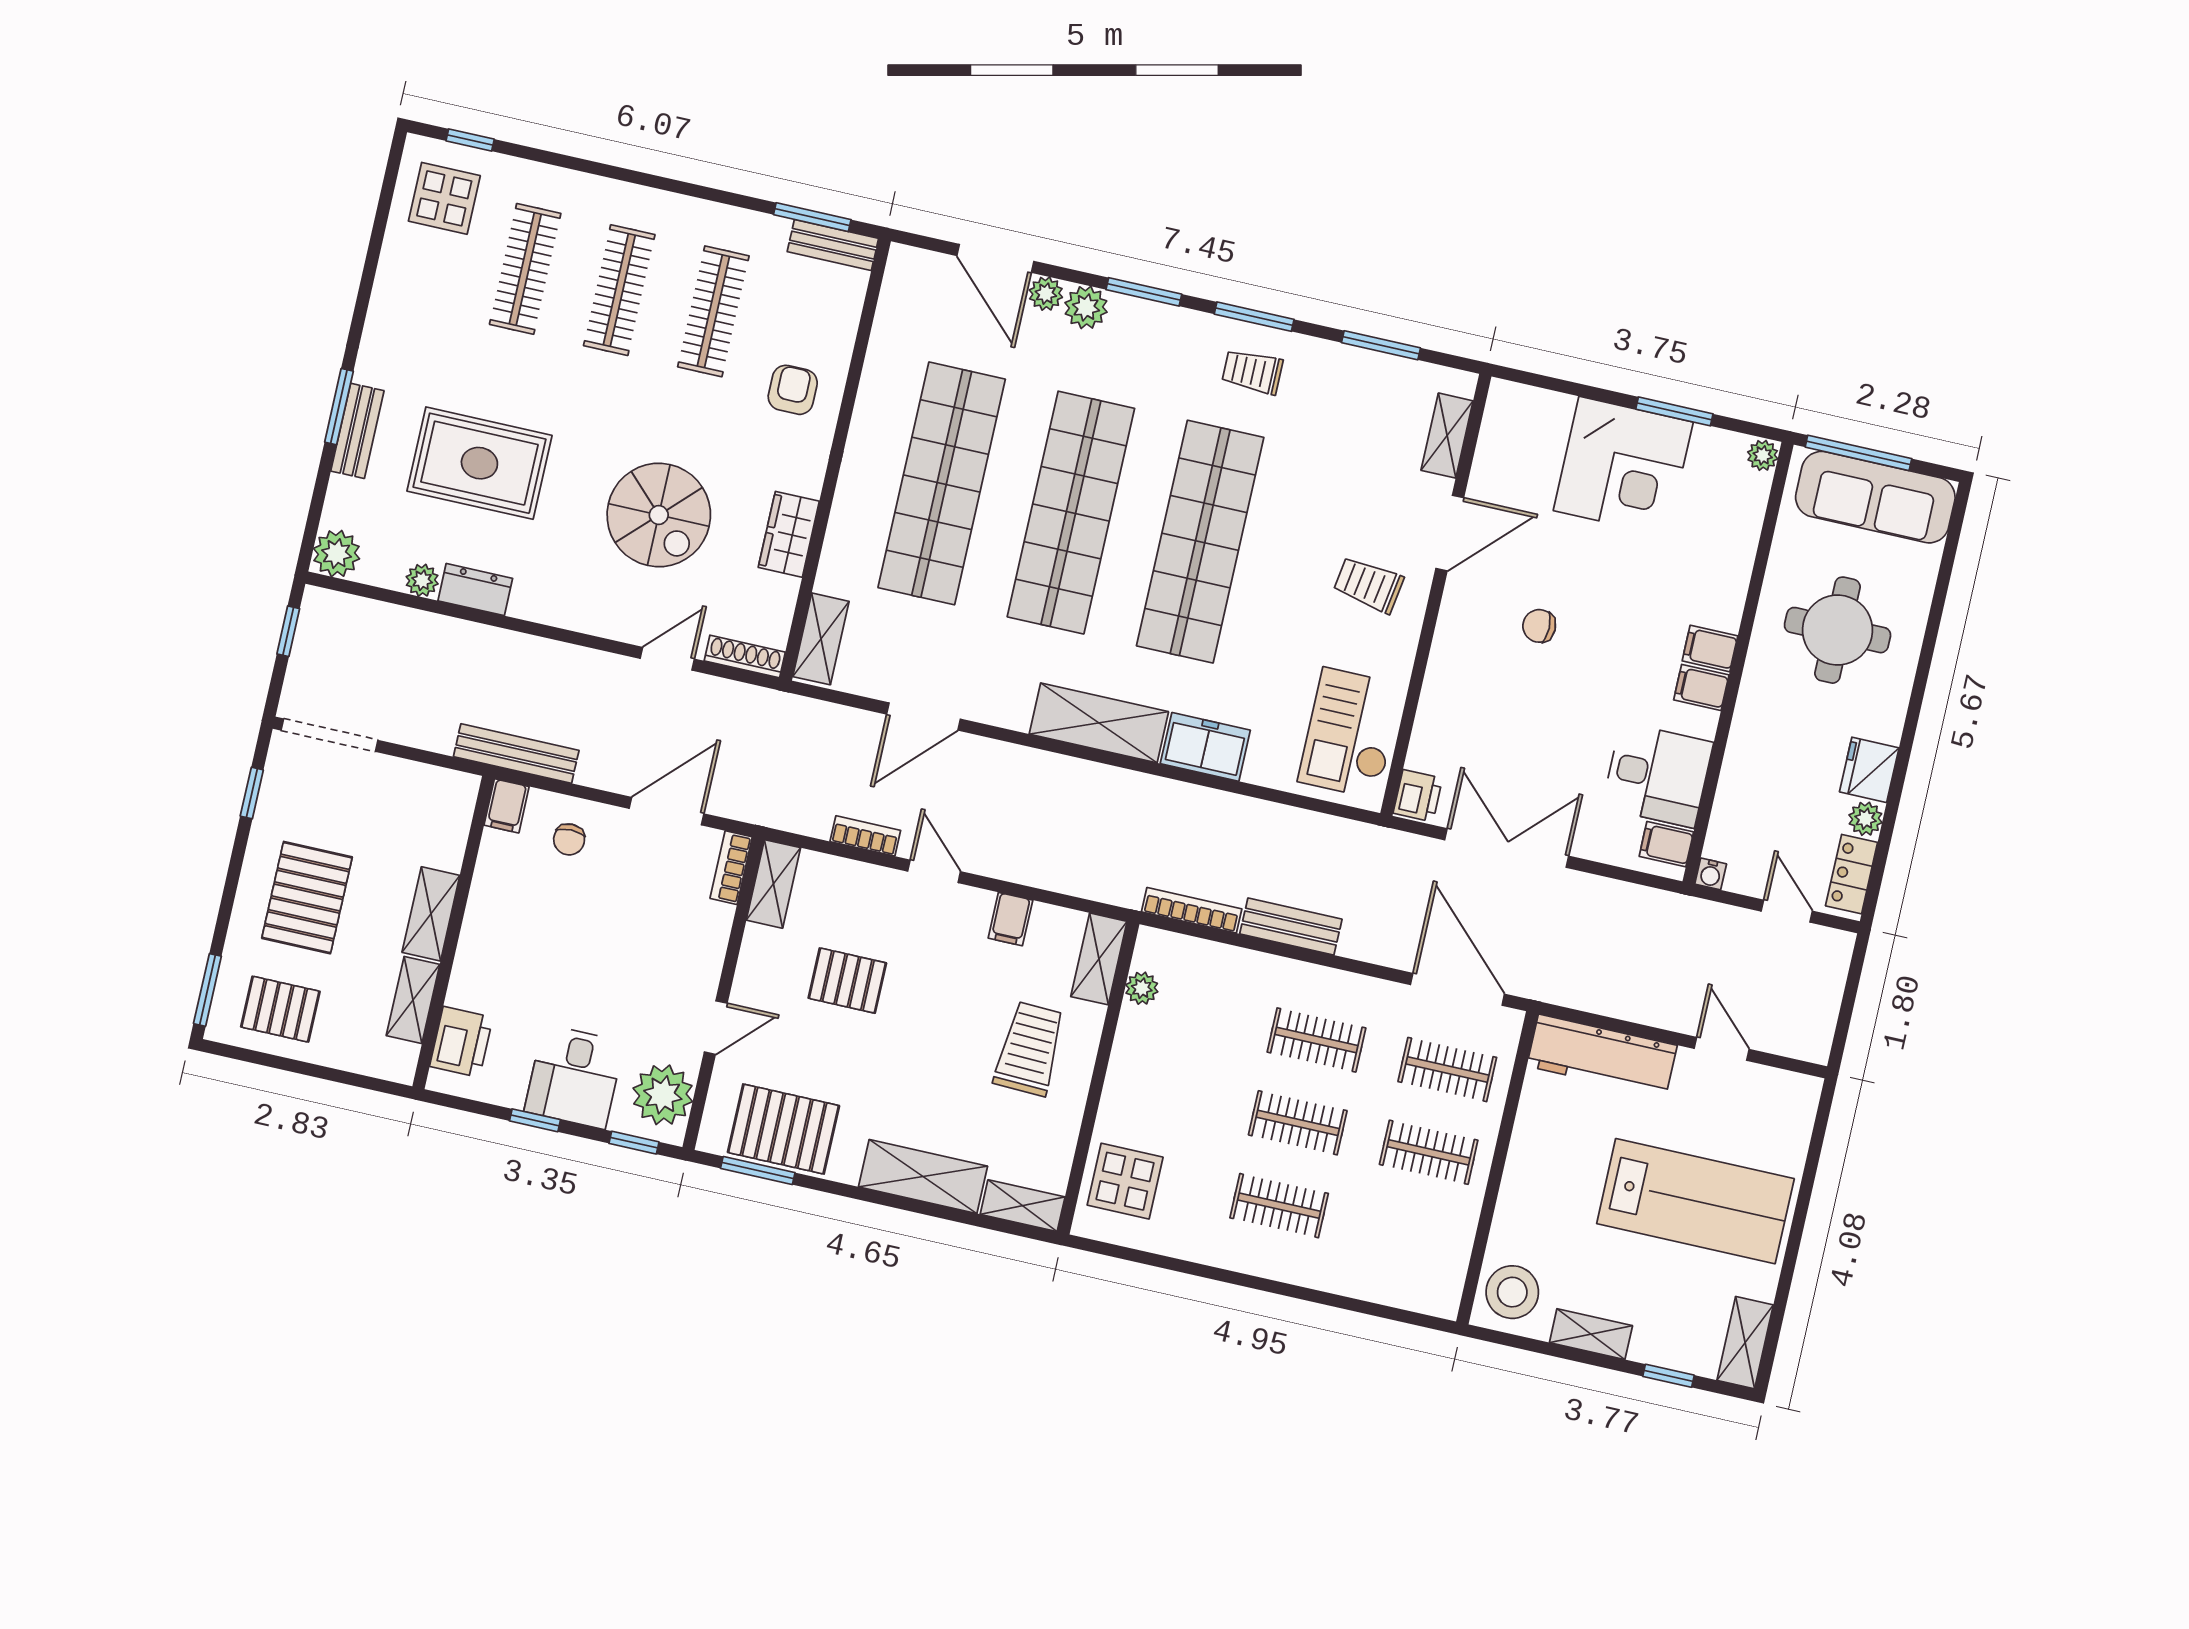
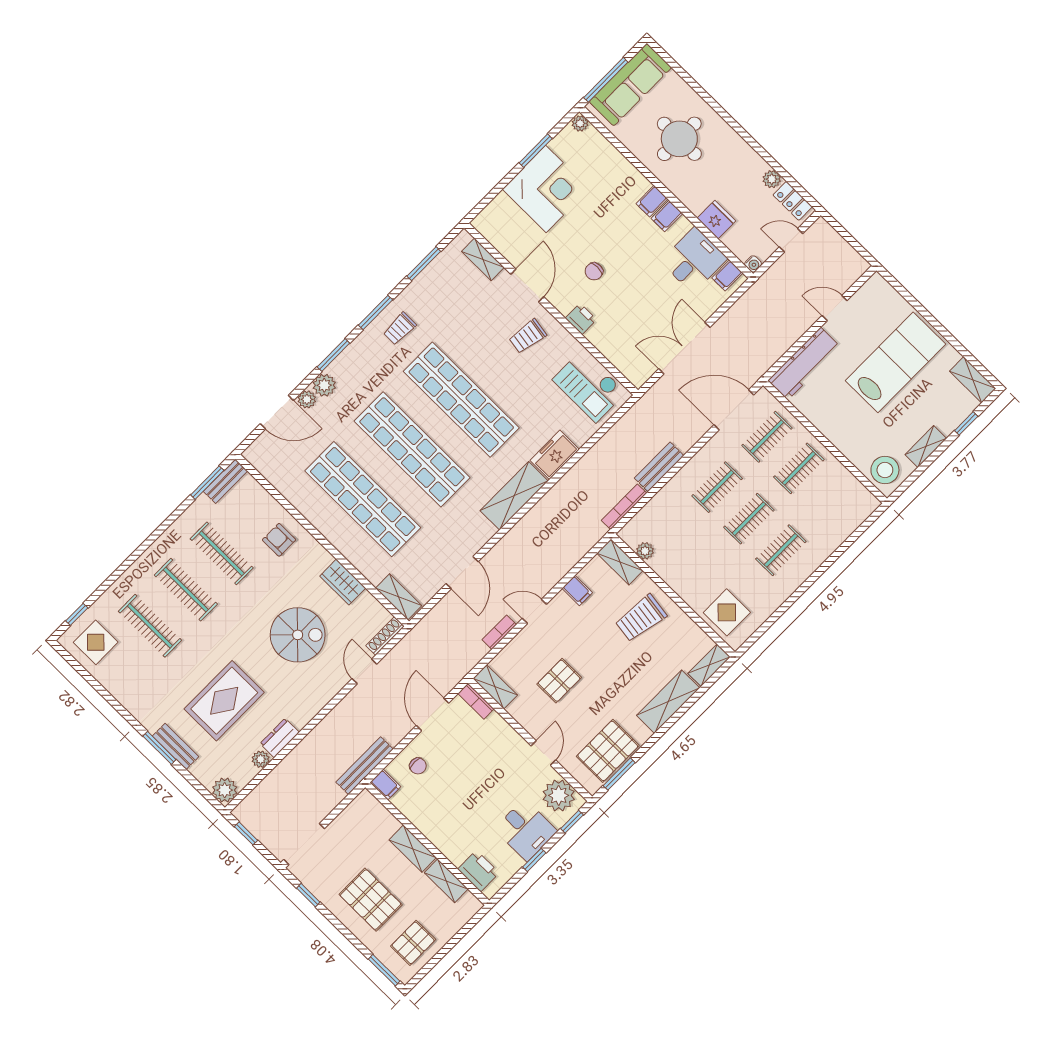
fridge: (1869, 770) -> (716, 220), moved, turned 180
printer: (1418, 796) -> (581, 319), moved
trolley: (1030, 1049) -> (641, 618), turned -84

